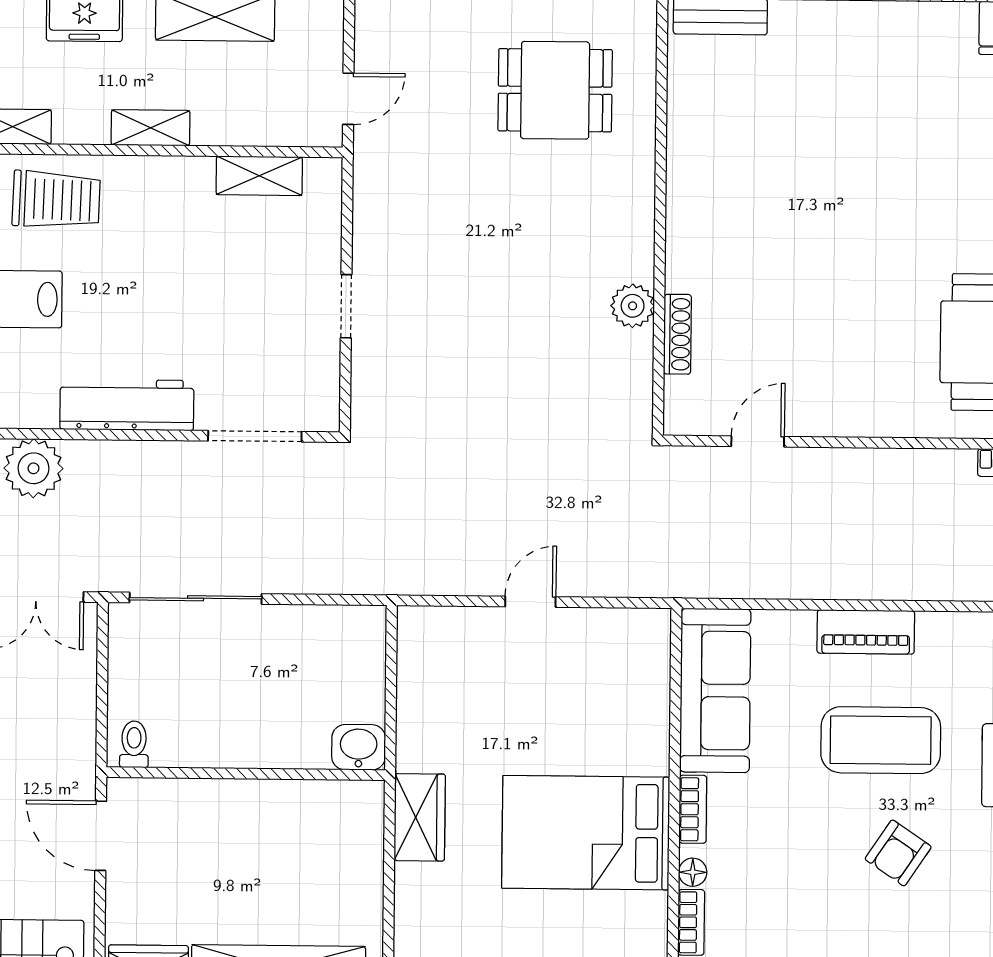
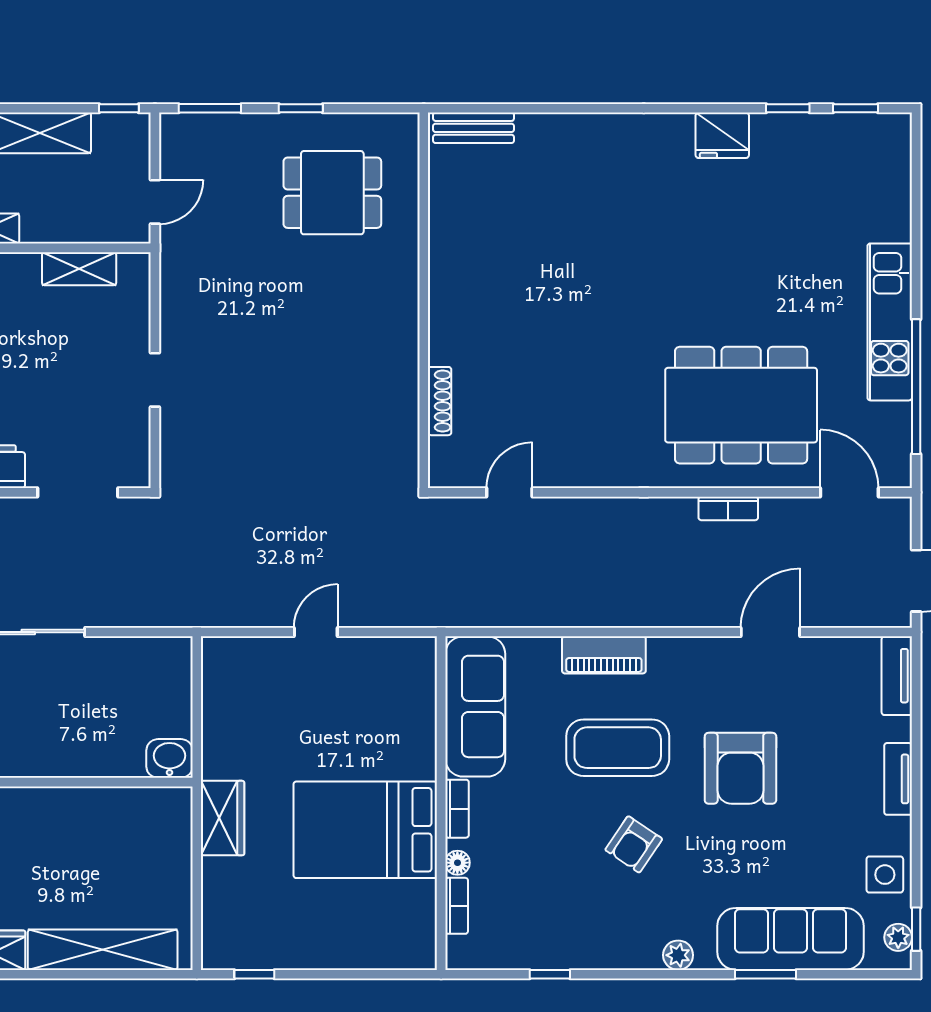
plant: (633, 306) -> (401, 377), removed

